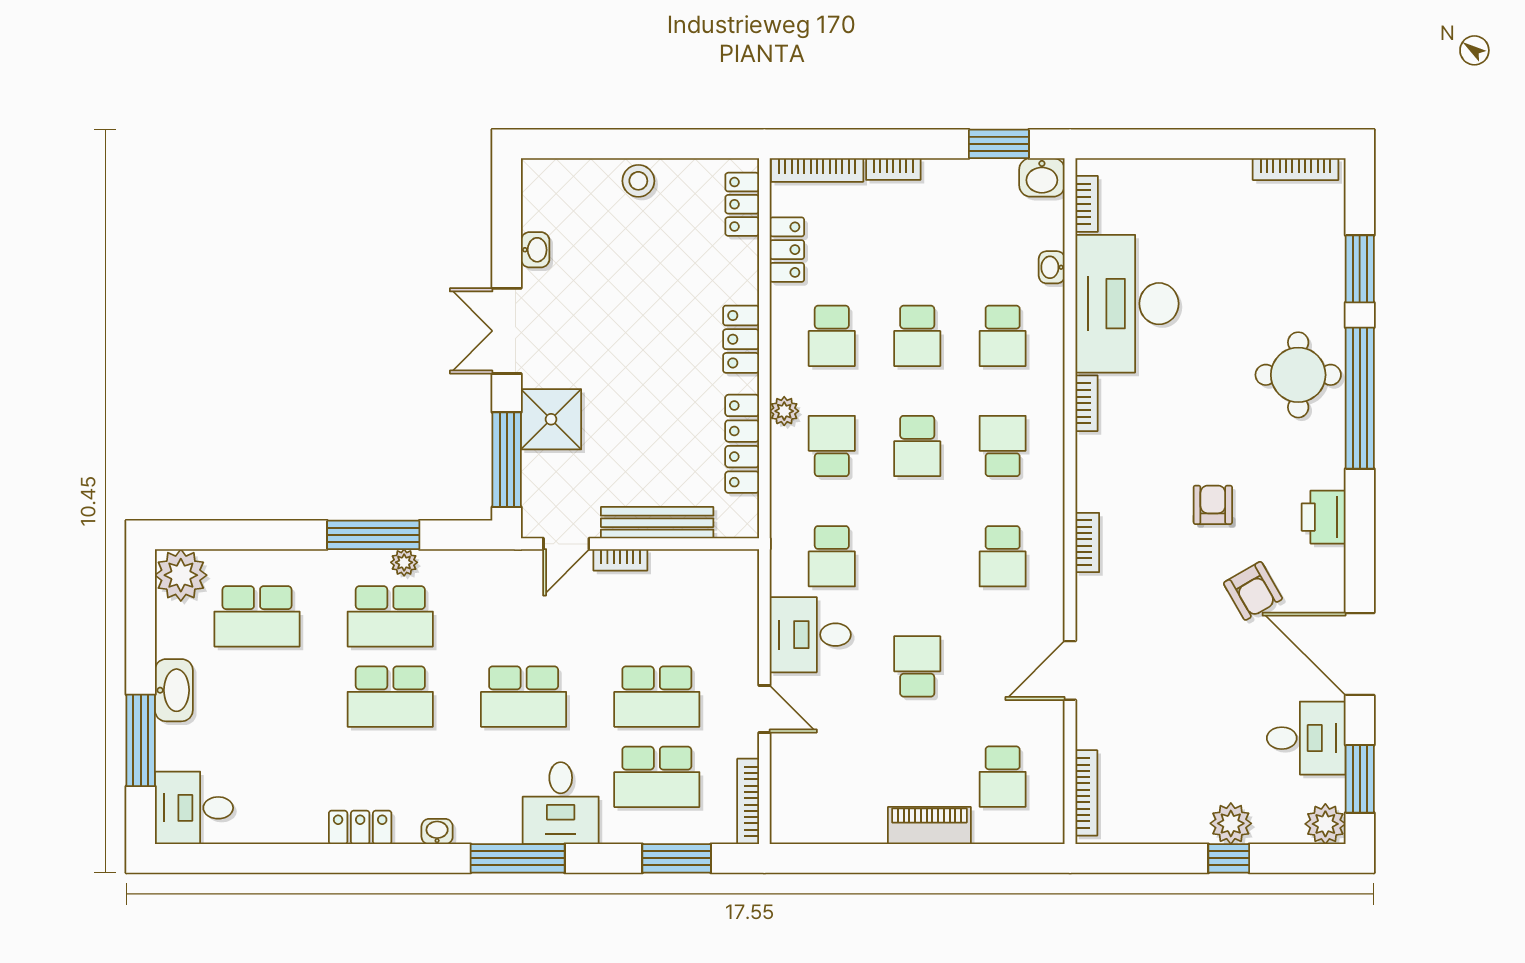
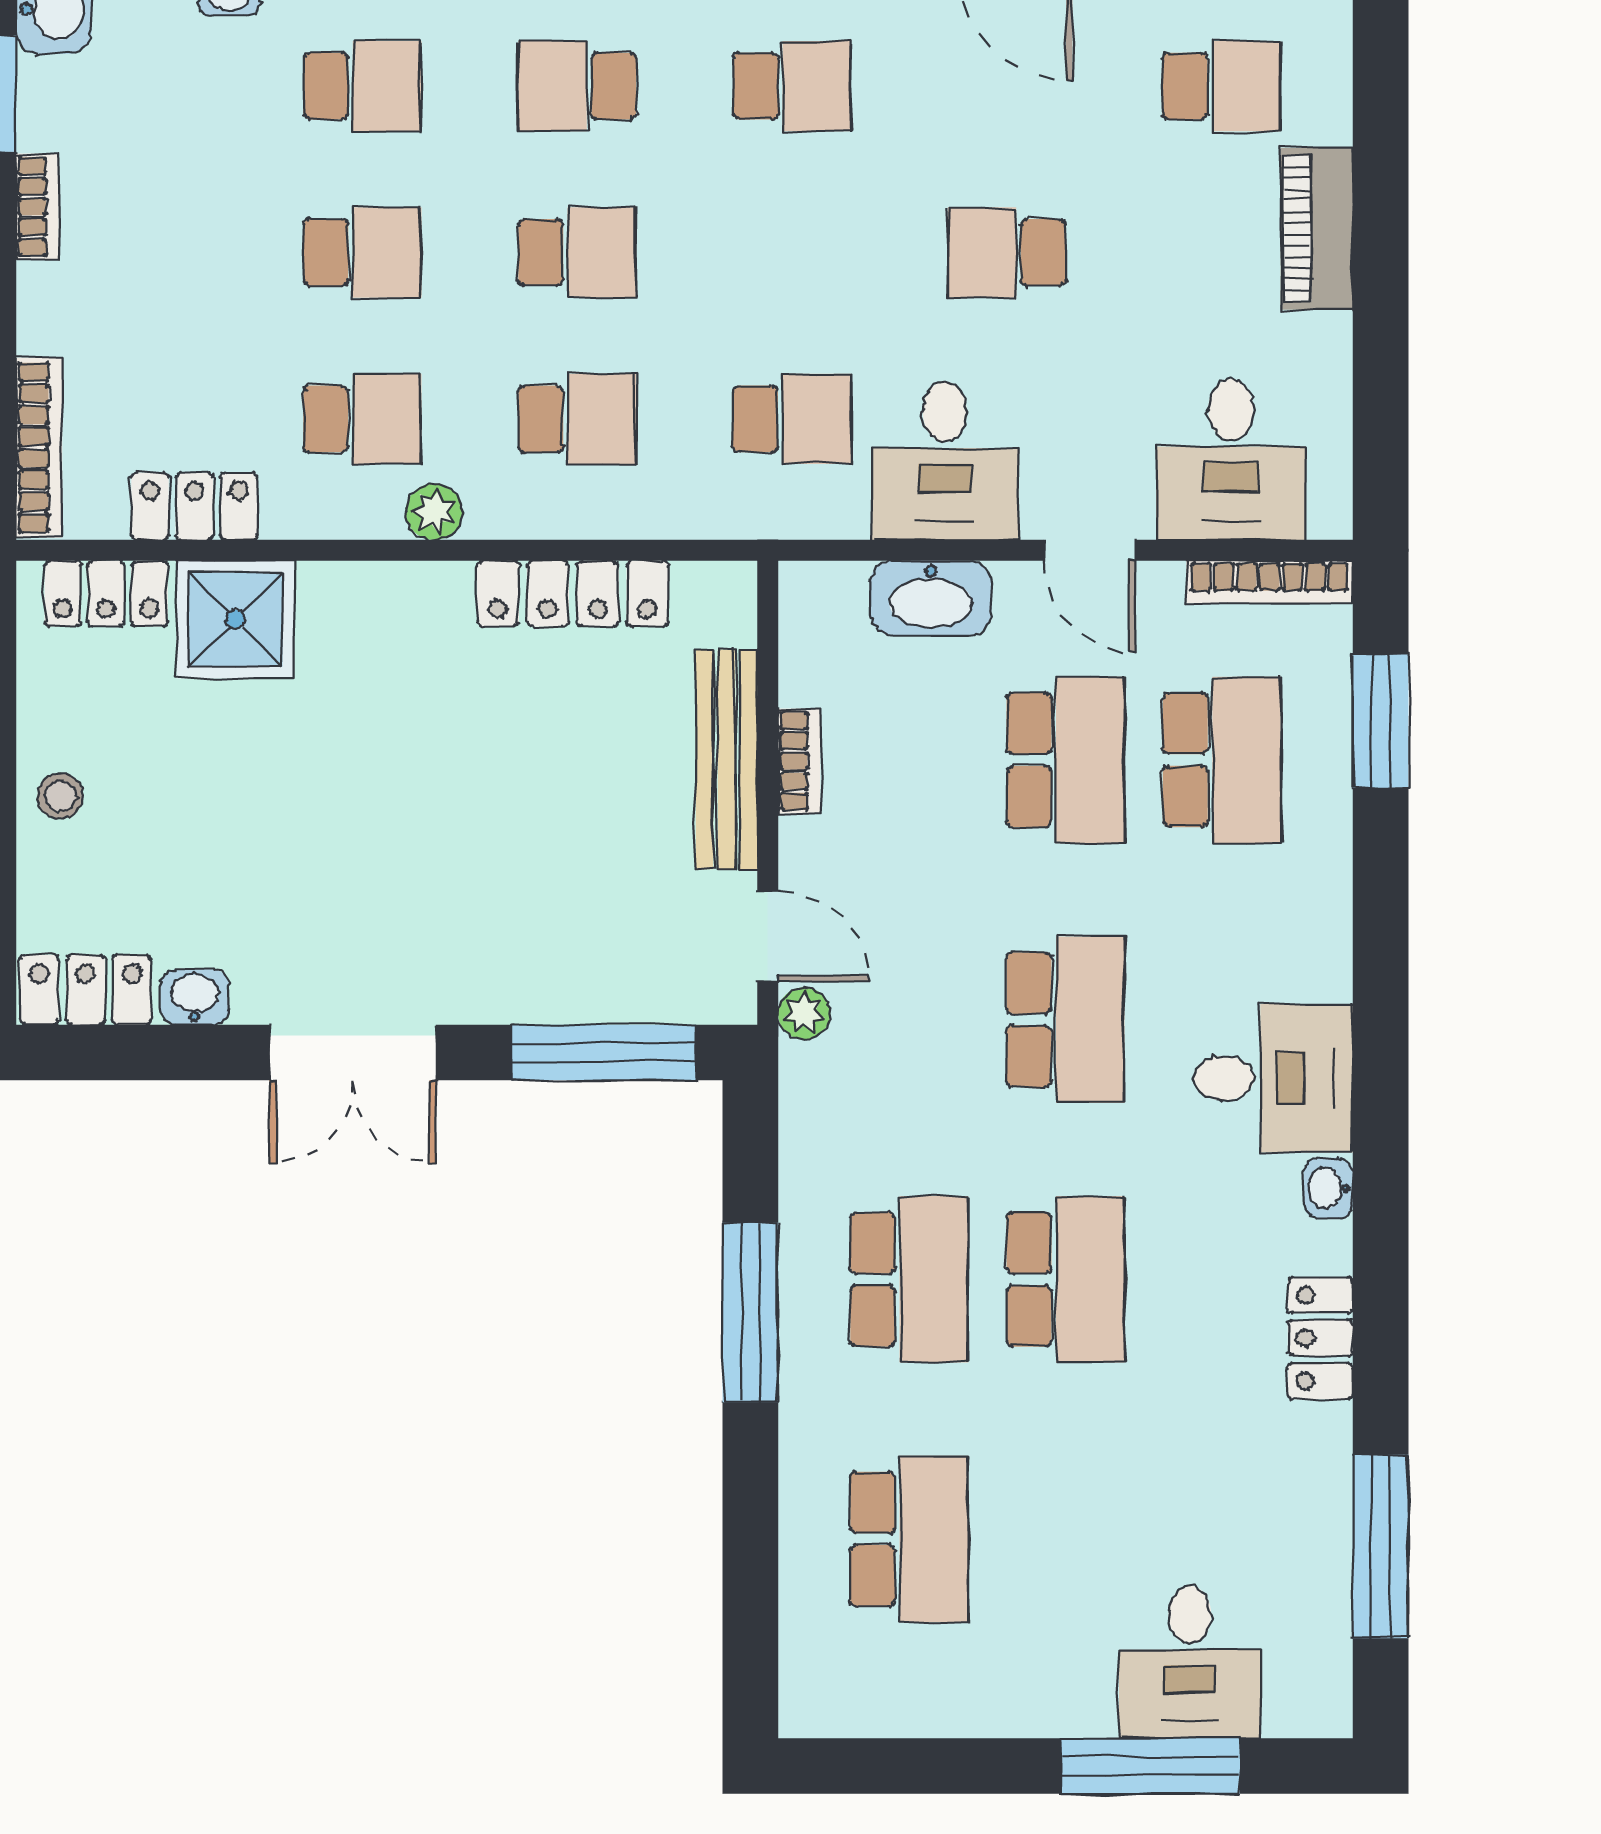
bookcase: (893, 169) -> (37, 207), moved
stool: (638, 181) -> (60, 796), width x0.73, depth x0.73
locker: (741, 339) -> (85, 990), moved, turned 180
plant: (784, 411) -> (434, 512), moved
shower: (551, 419) -> (235, 620), moved
school desk: (832, 446) -> (577, 419), turned 180
bookcase: (620, 560) -> (799, 761), moved
plant: (404, 562) -> (804, 1013), moved
plant: (181, 575) -> (829, 1688), removed
washbasin: (174, 690) -> (931, 598), moved, turned 180
door: (764, 709) -> (1090, 550), swing flipped
desk: (811, 781) -> (1231, 459), added
desk: (561, 803) -> (1273, 1078), moved
desk: (194, 808) -> (1190, 1662), moved
window: (518, 858) -> (1381, 1547), moved

